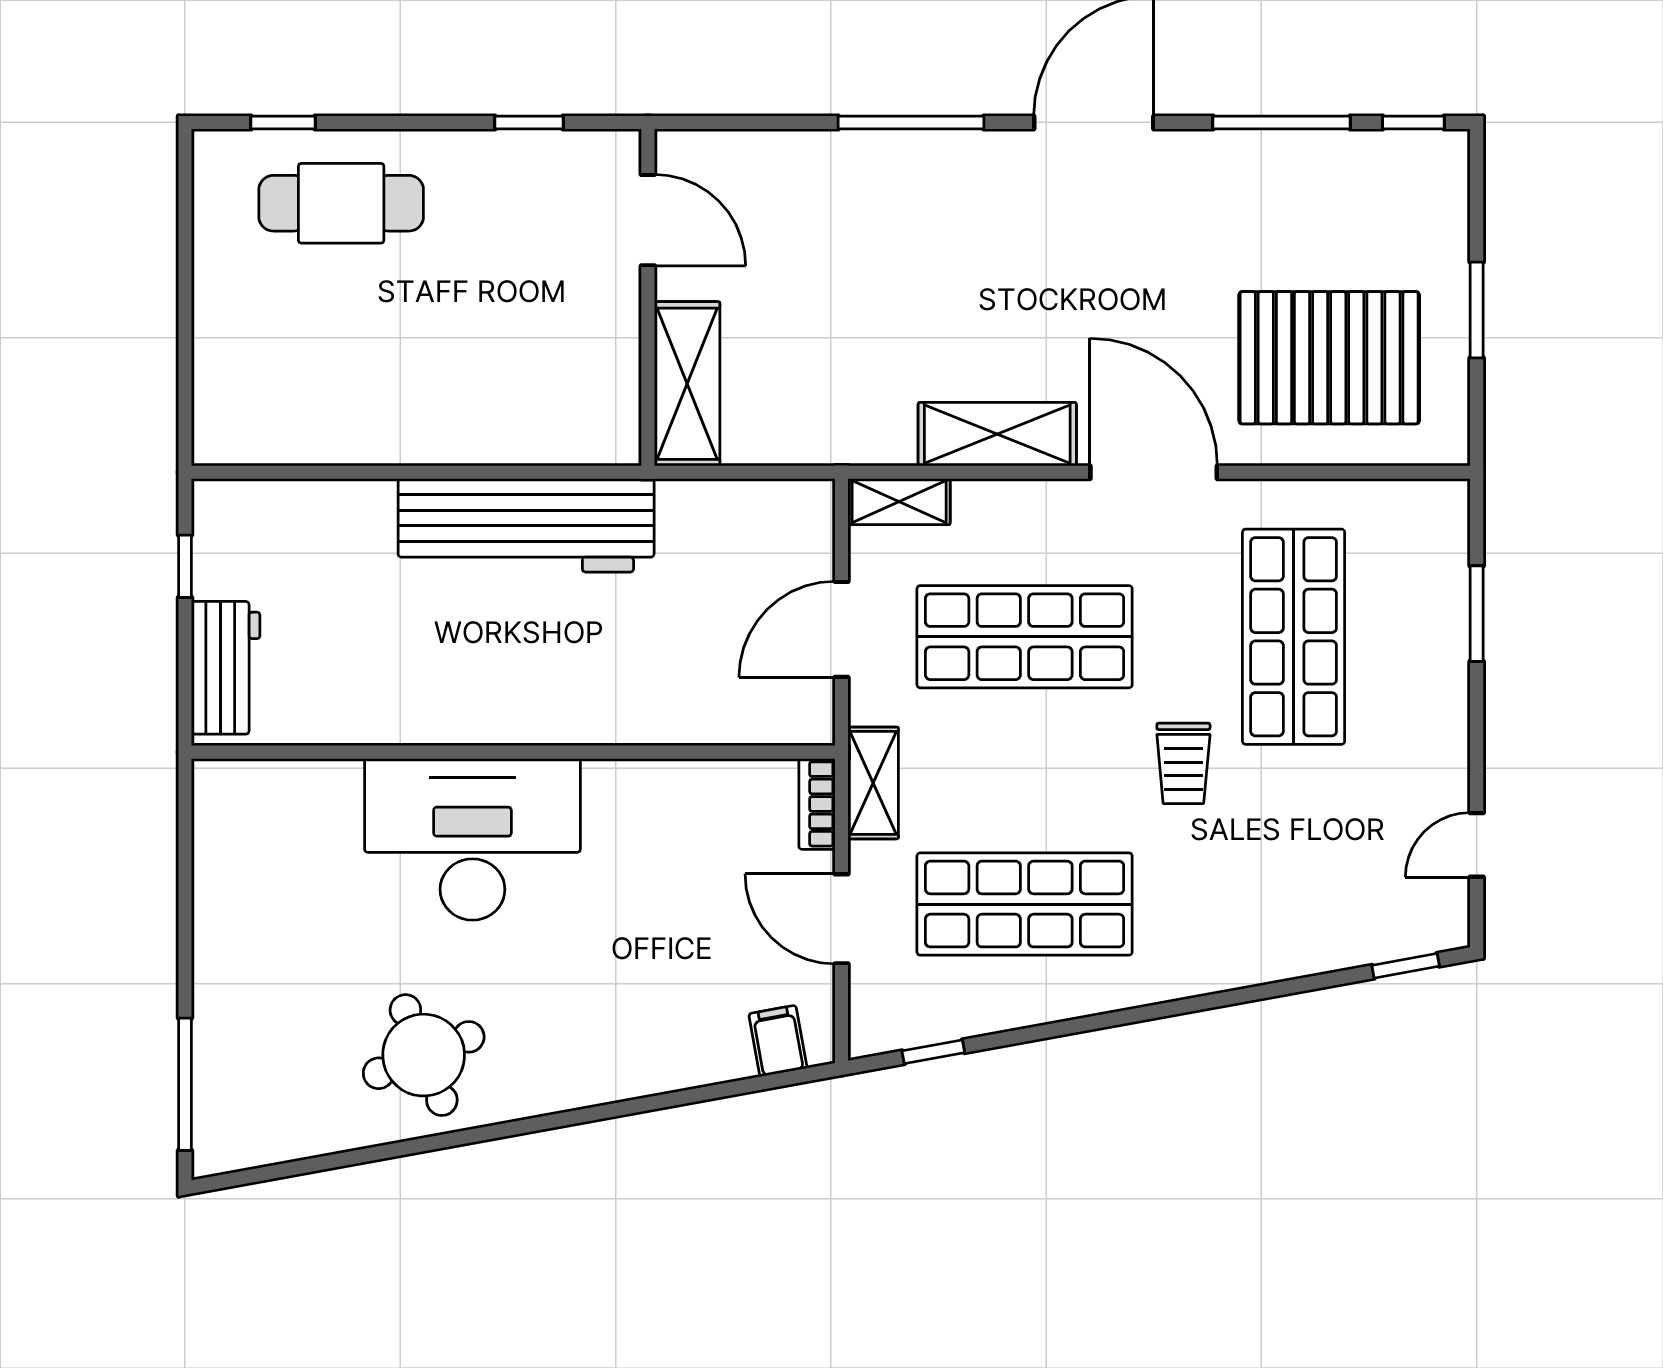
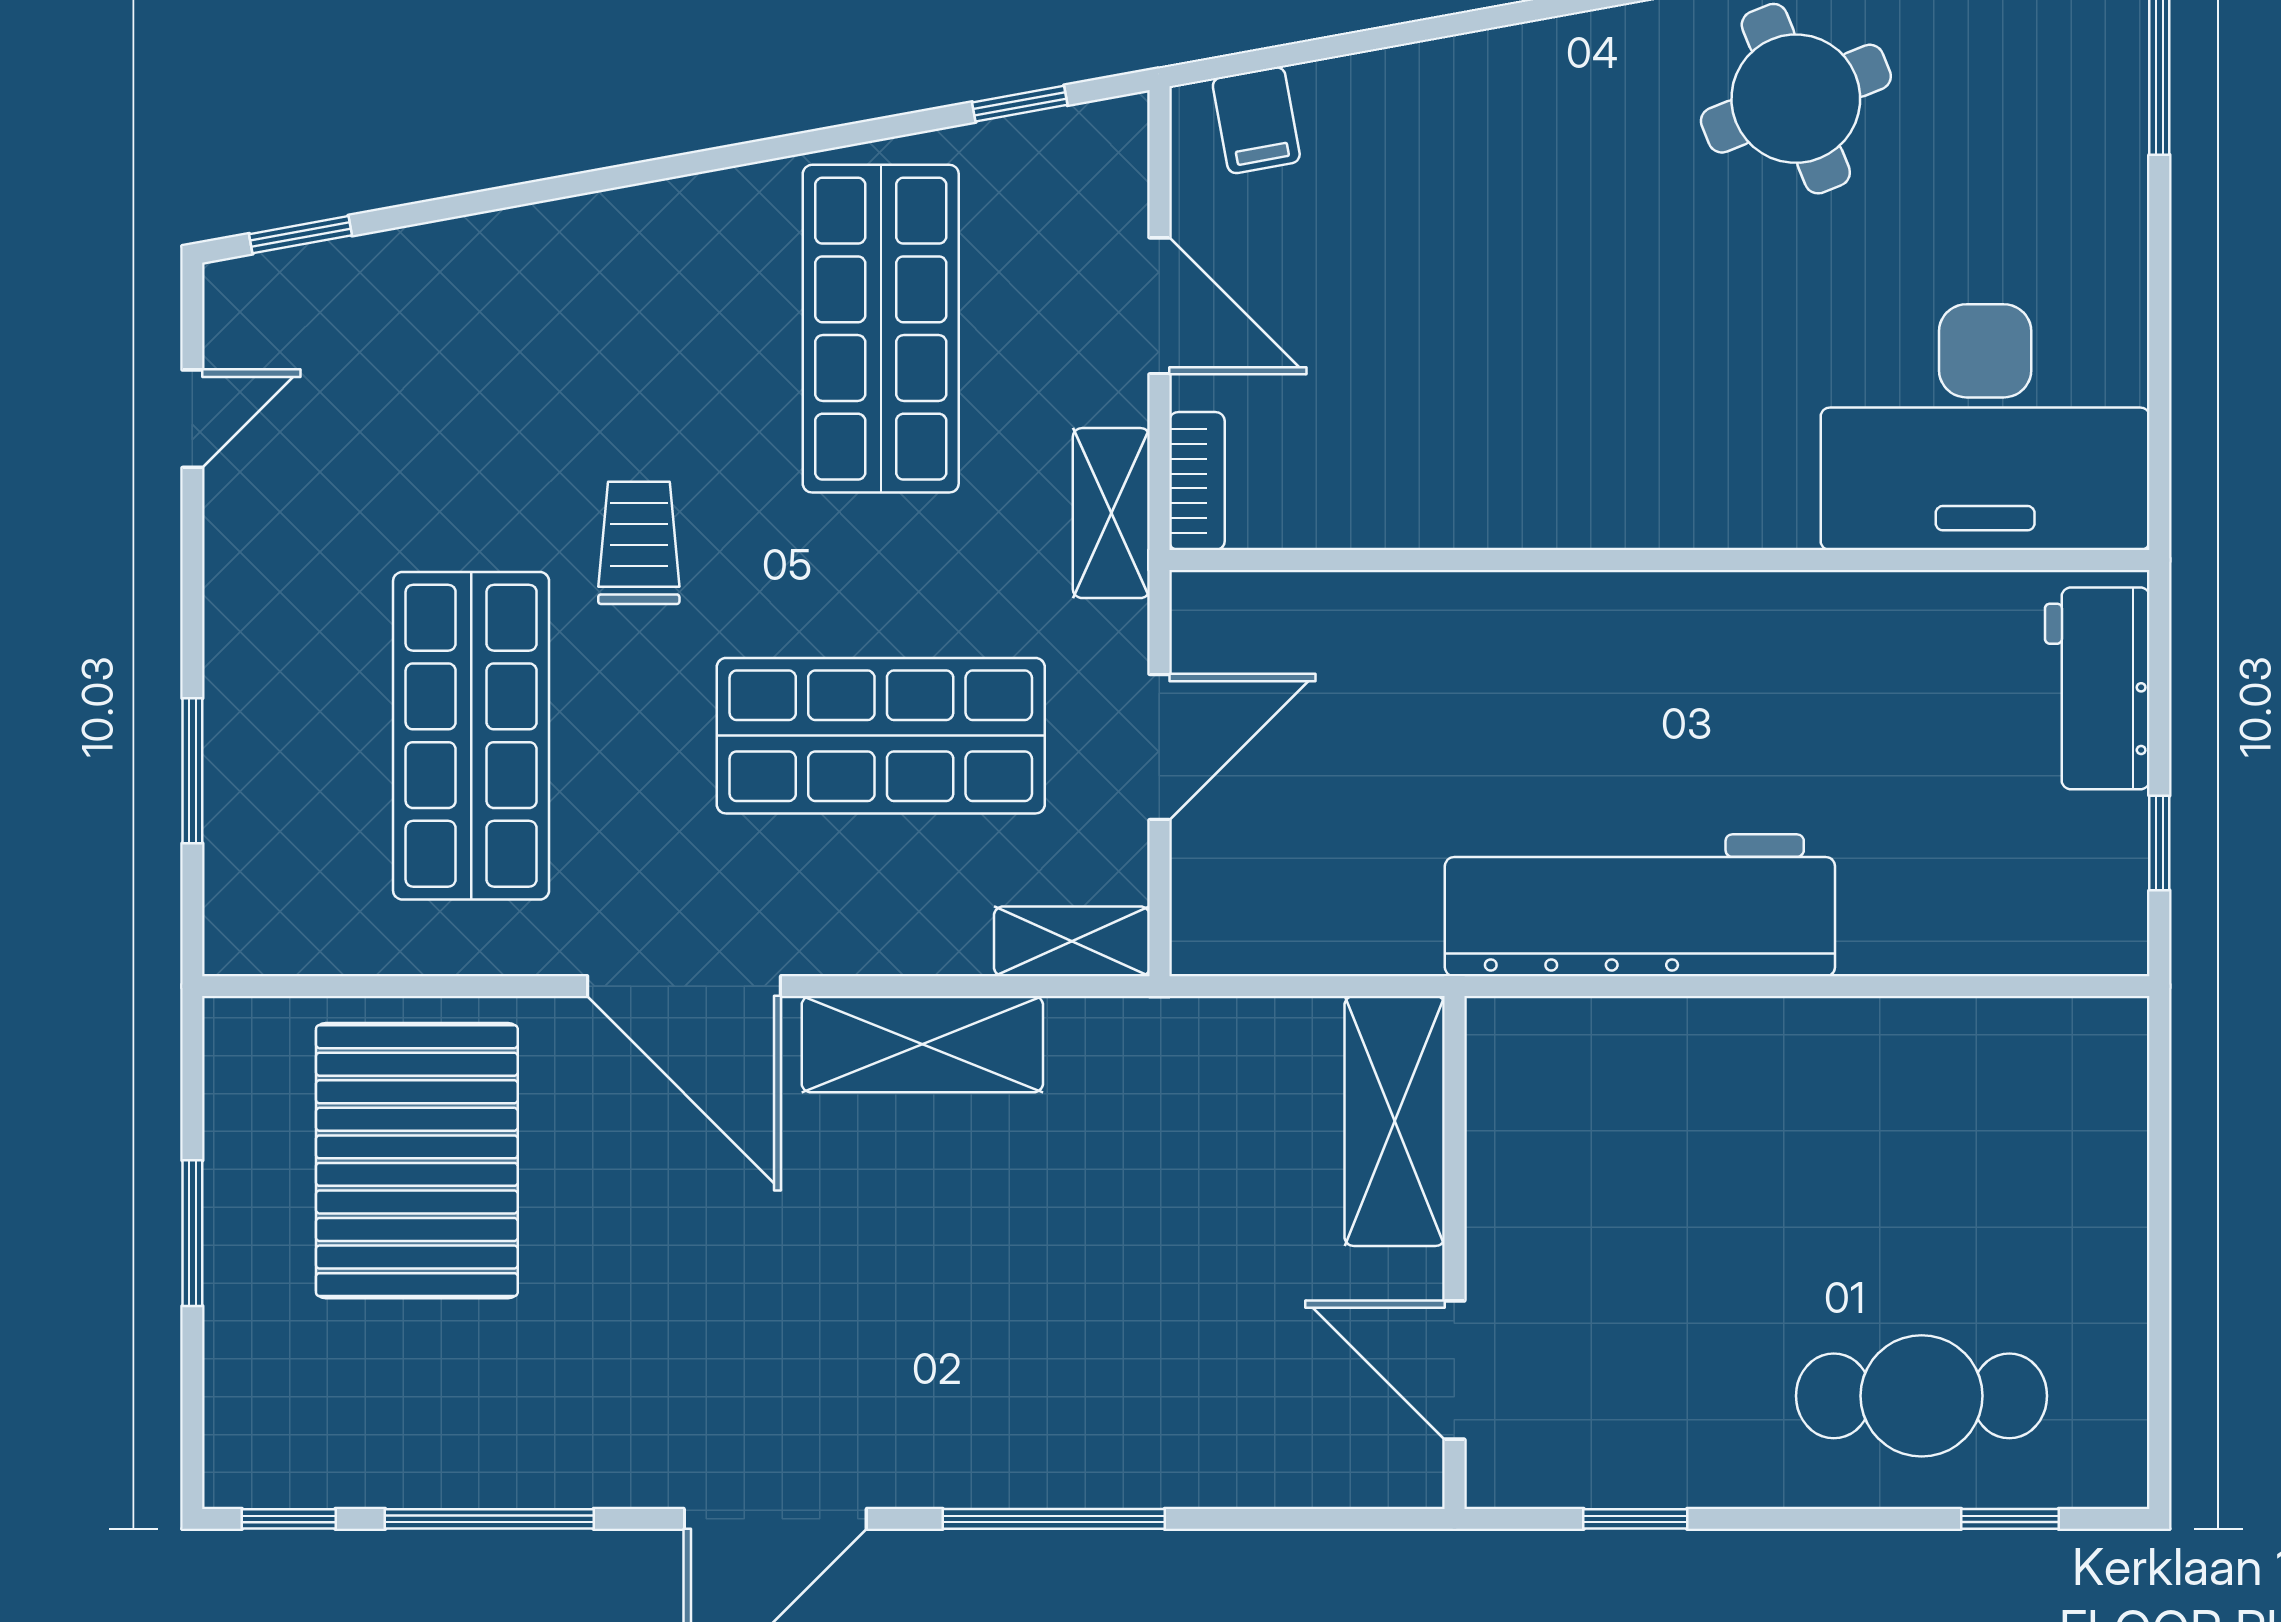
pallet: (1329, 358) -> (417, 1161), turned 90
desk: (472, 839) -> (1985, 427), moved
shop shelf: (1025, 904) -> (881, 329), turned 90

